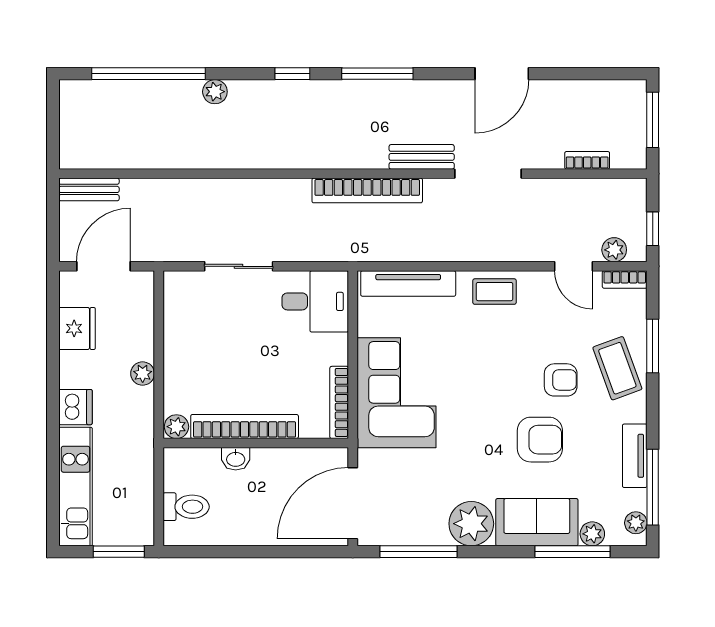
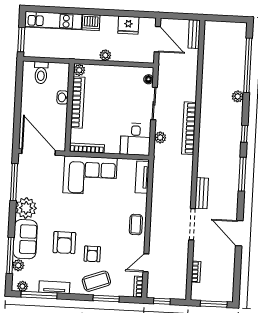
bookcase: (367, 190) -> (189, 128), moved
plant: (614, 250) -> (160, 137), moved
floor lamp: (188, 281) -> (148, 79), added
tv unit: (408, 284) -> (142, 177), width x0.71

